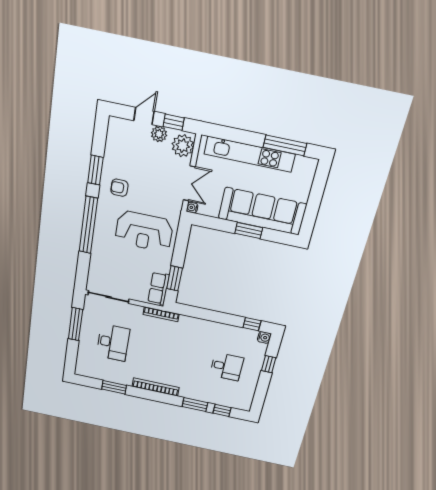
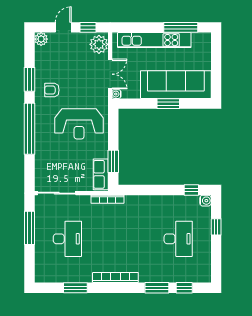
plant: (159, 134) -> (41, 39), moved
desk: (227, 367) -> (178, 239), width x1.37

